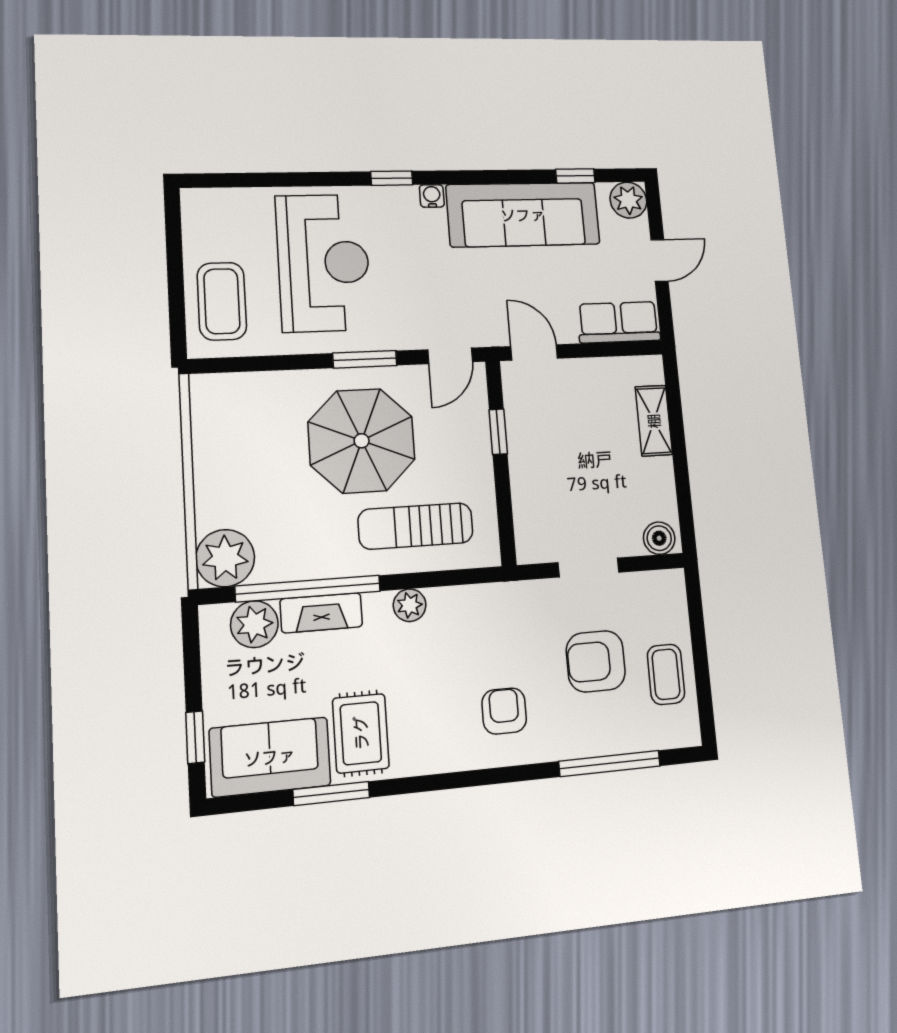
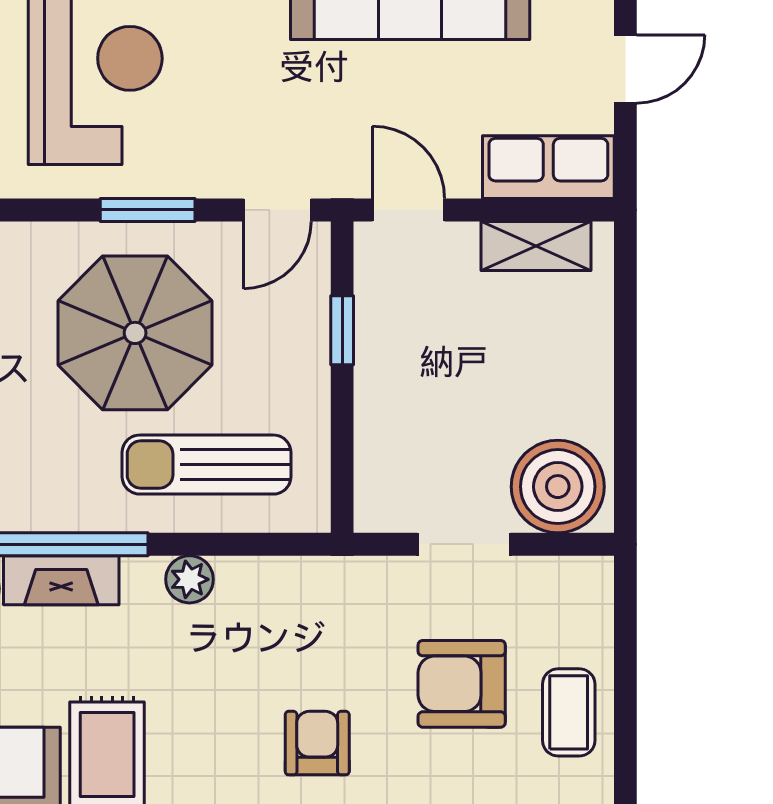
shelving: (654, 421) -> (536, 246), moved, turned 90
boiler: (659, 538) -> (558, 487), width x1.86, depth x1.86

